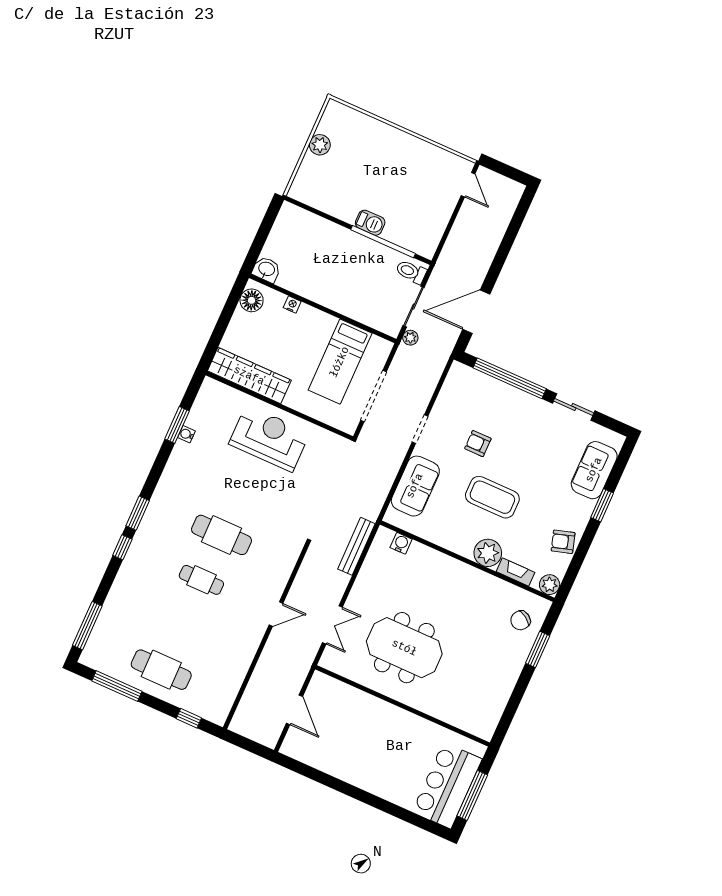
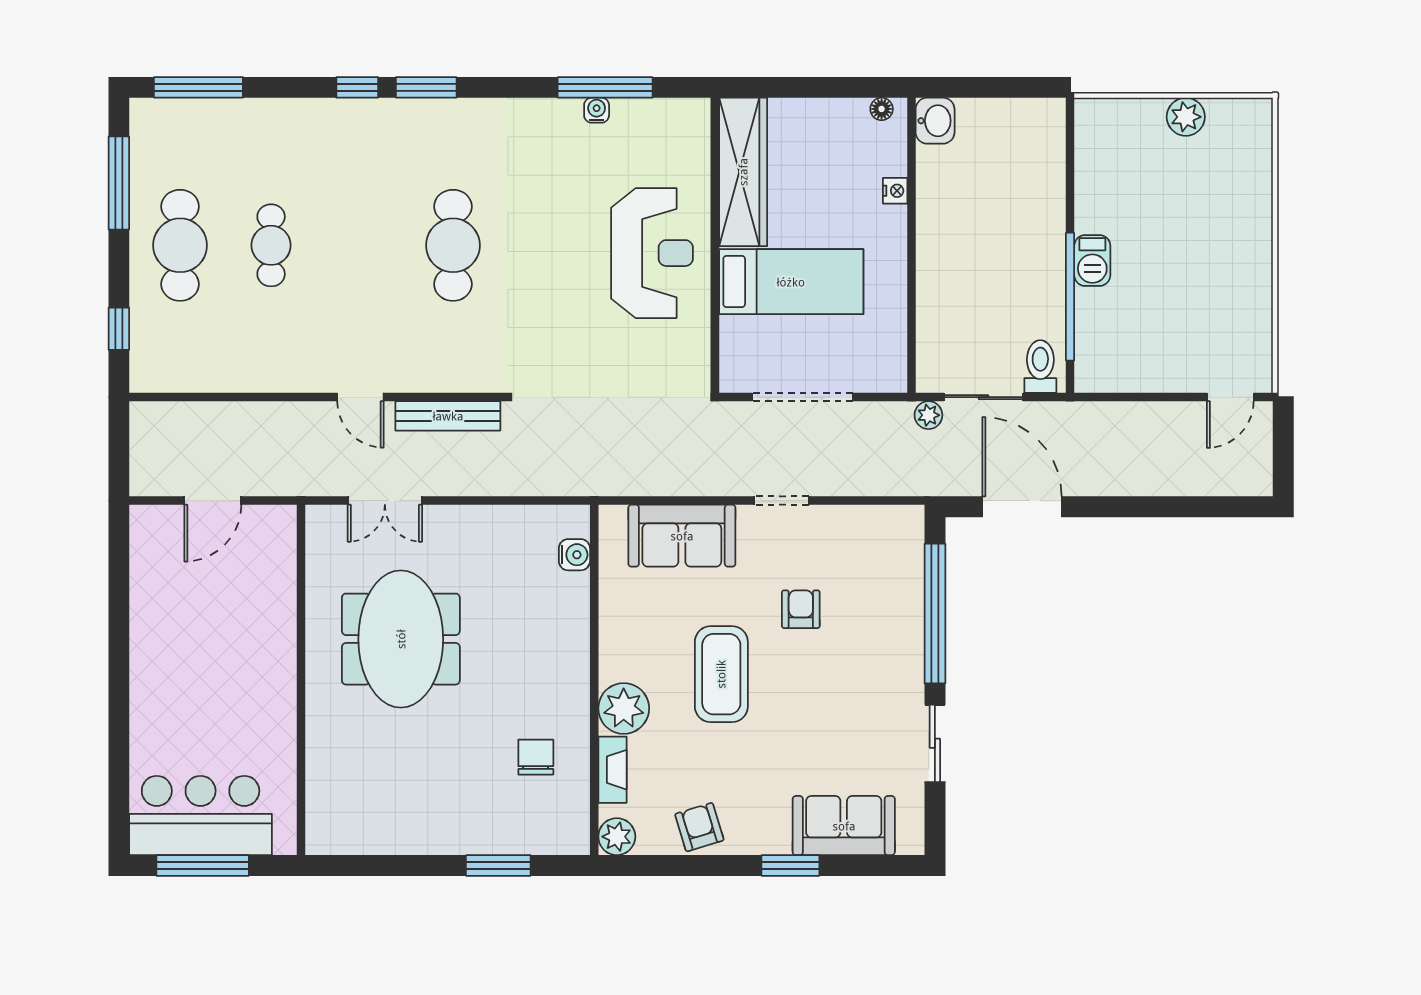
floor lamp: (252, 300) -> (882, 109), width x0.53, depth x0.53
bed: (340, 362) -> (791, 282), moved, turned 180
window: (177, 425) -> (605, 87), width x1.44
bench: (356, 546) -> (448, 416), moved
cafe table: (201, 580) -> (271, 245), moved
chair: (520, 620) -> (536, 757), moved, turned 57

